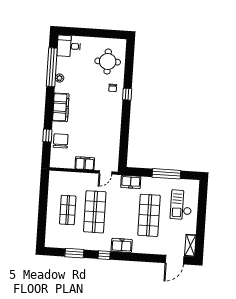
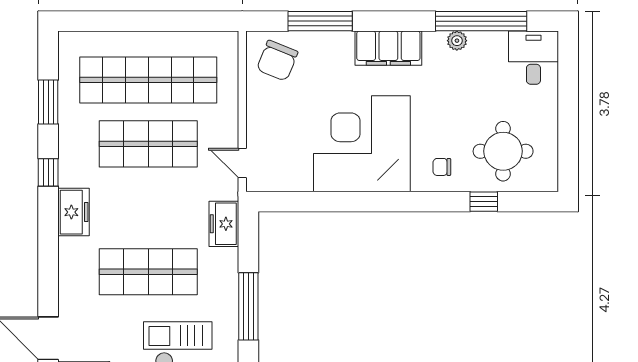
window: (127, 94) -> (484, 202), moved
corner desk: (101, 121) -> (362, 144), added
window: (47, 136) -> (320, 21), width x2.17
chair: (61, 141) -> (277, 61), moved, turned 112
filing cabinet: (85, 163) -> (261, 113), removed
shop shelf: (68, 210) -> (148, 80), width x2.00, depth x1.36

